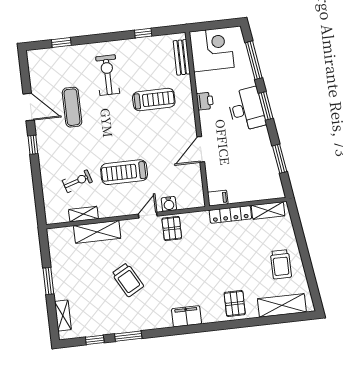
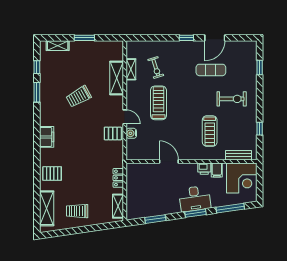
filing cabinet: (218, 198) -> (217, 170), moved
locker: (230, 214) -> (118, 178), width x0.66

